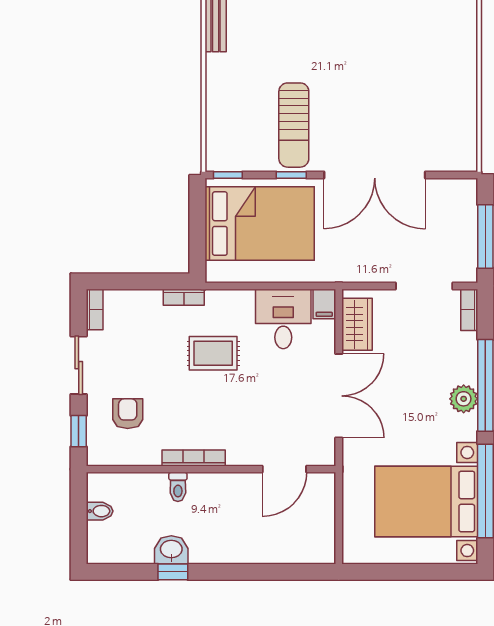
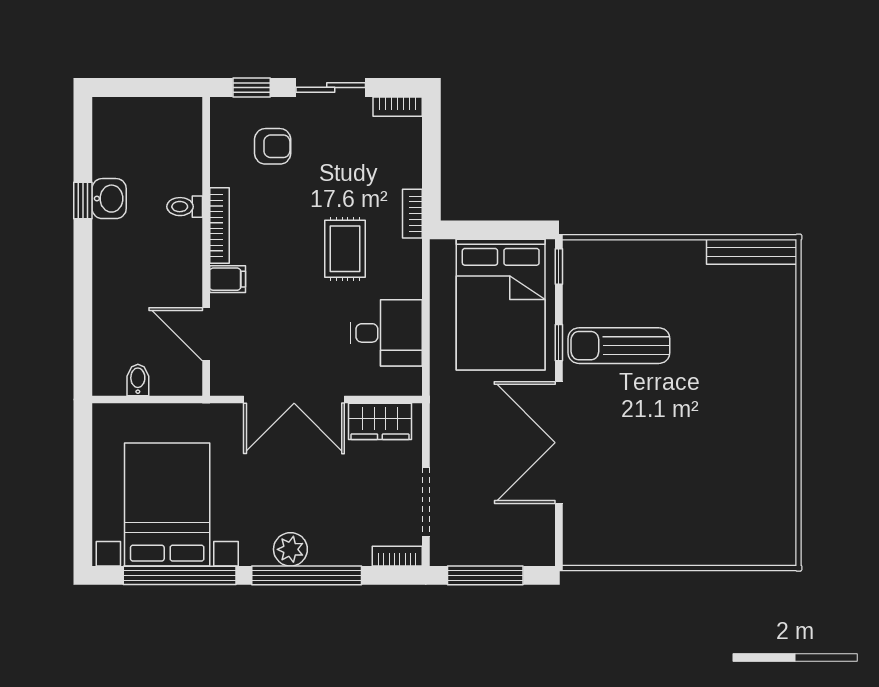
filing cabinet: (324, 304) -> (228, 279), moved, turned 180
bidet: (100, 511) -> (138, 380), moved, turned 180

